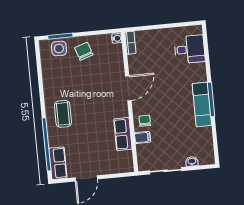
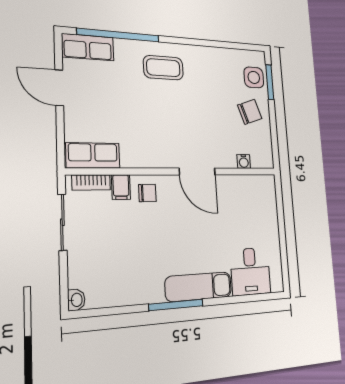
water cooler: (117, 38) -> (244, 161), moved
bookcase: (130, 43) -> (91, 182), moved
exam couch: (202, 105) -> (199, 287), moved
row of seats: (123, 134) -> (93, 155), moved
washbasin: (192, 161) -> (76, 300), moved

